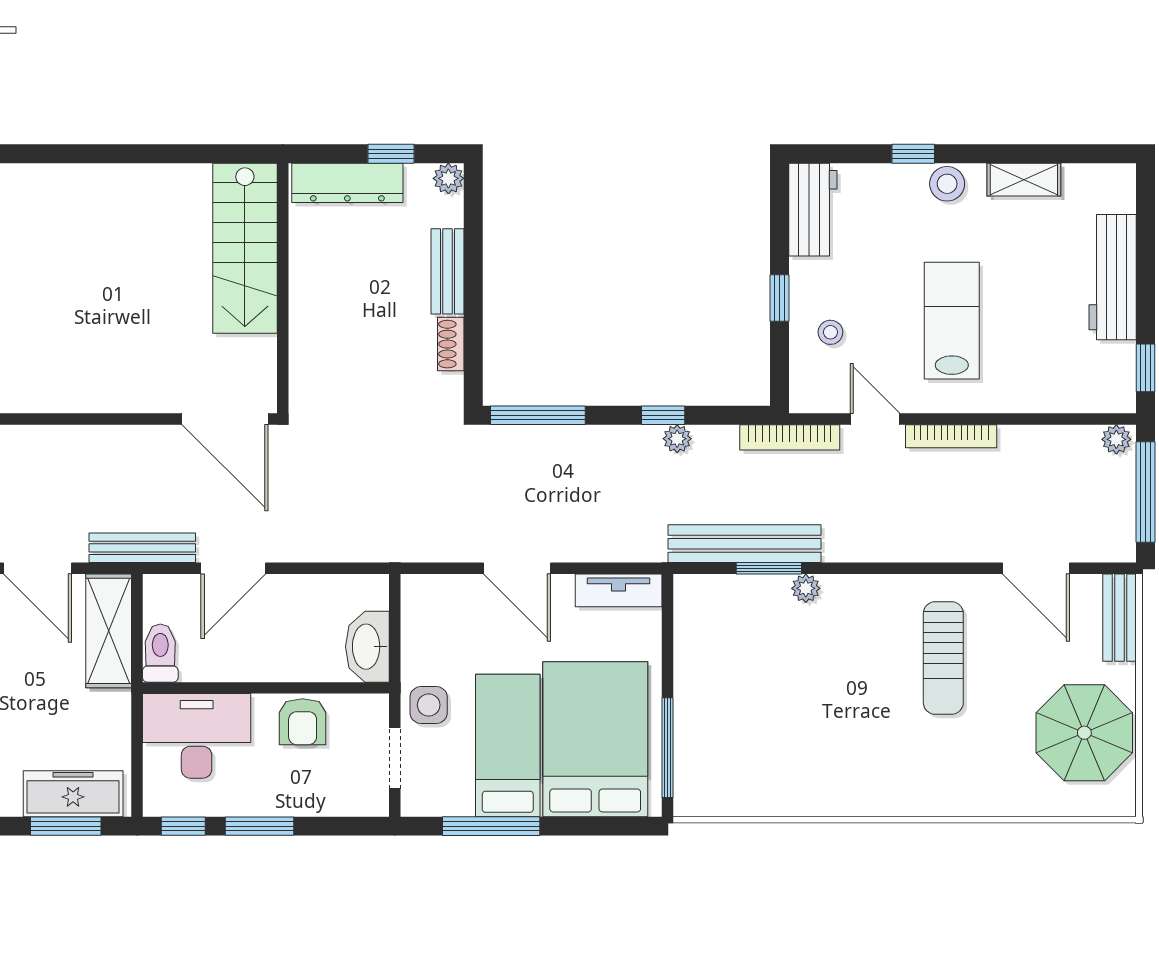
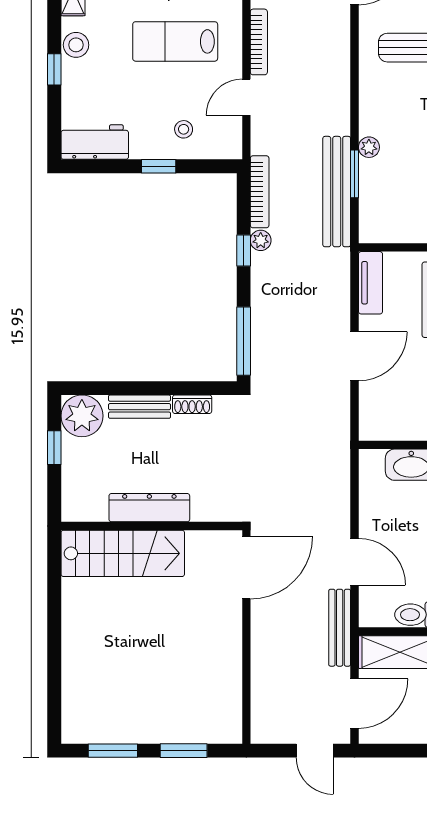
plant: (448, 178) -> (82, 416), width x1.88, depth x1.88
dresser: (347, 183) -> (149, 508), moved, turned -90
bookcase: (790, 437) -> (260, 192), moved

